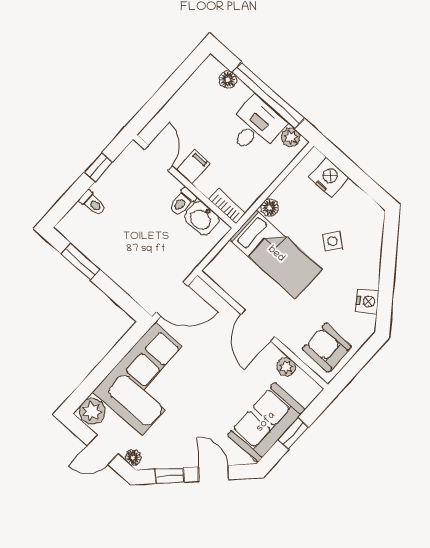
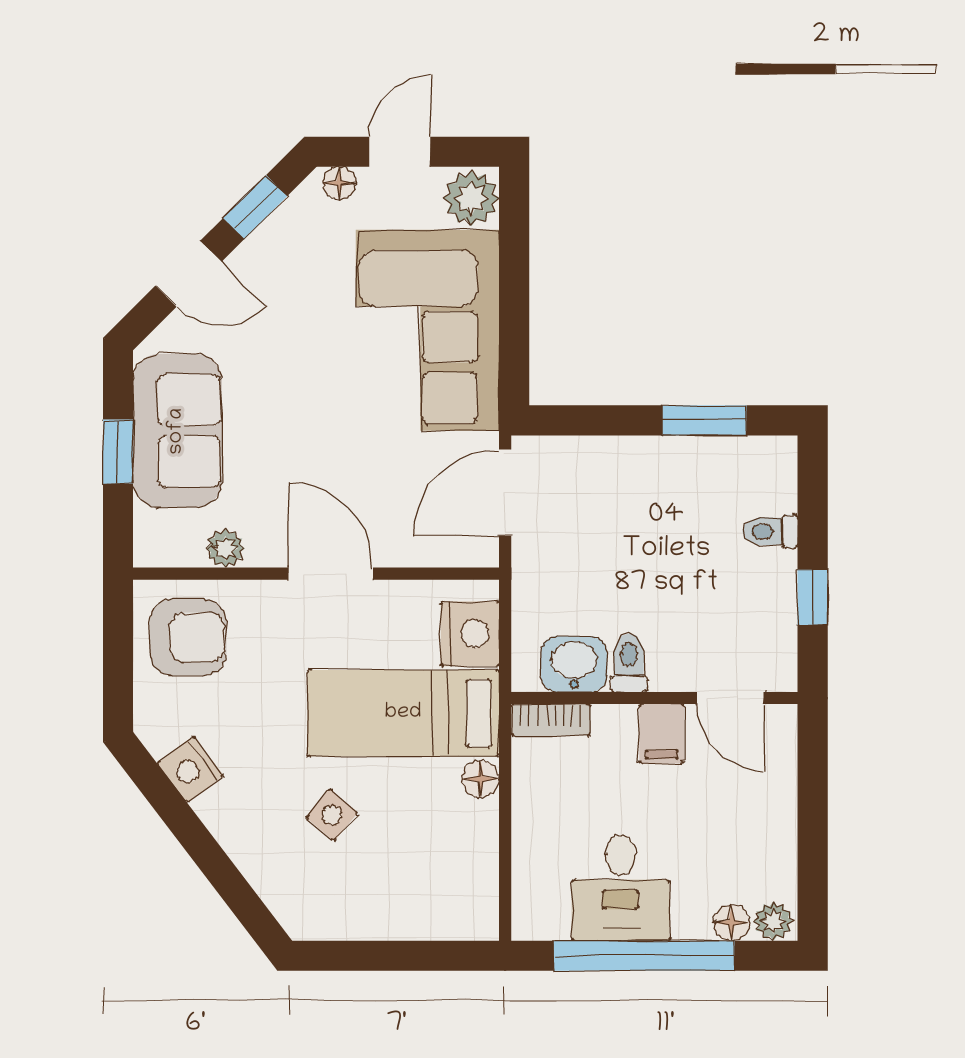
plant: (291, 137) -> (773, 921), moved
nightstand: (329, 177) -> (470, 634), moved, turned -90

